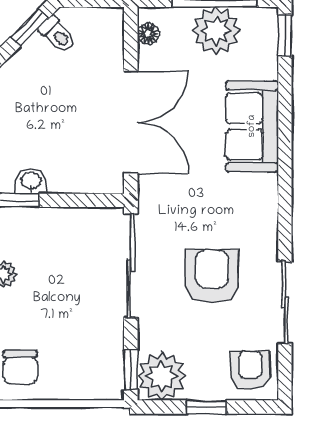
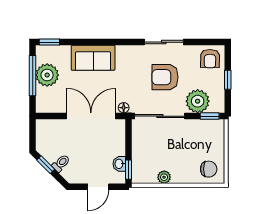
floor lamp: (148, 34) -> (124, 108), moved
toilet: (57, 35) -> (61, 163), moved
sliding door: (285, 303) -> (164, 42), moved
armchair: (250, 370) -> (210, 59), turned -89
plant: (162, 376) -> (198, 101), moved

